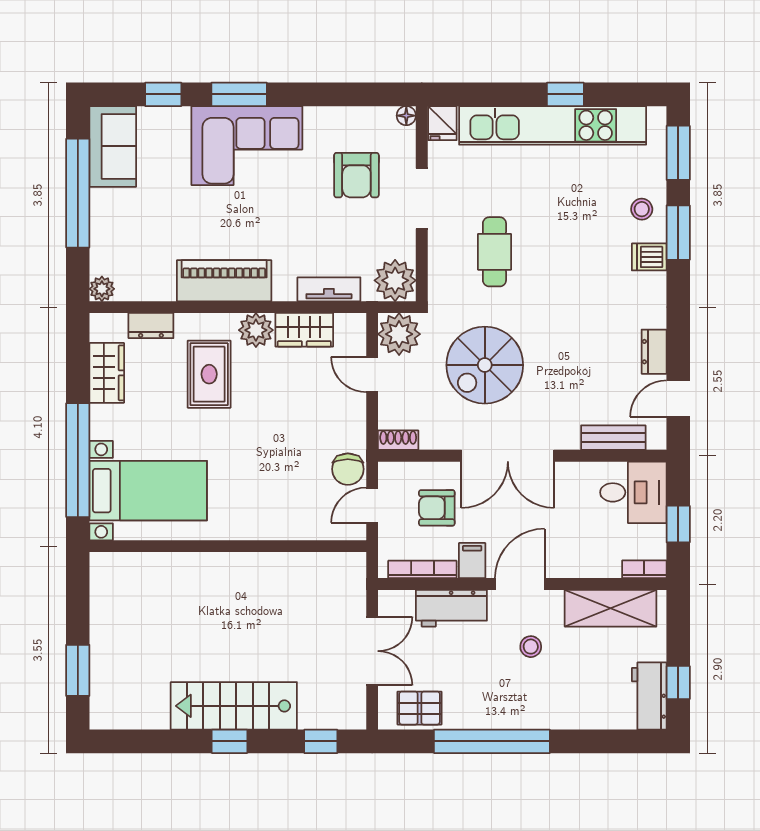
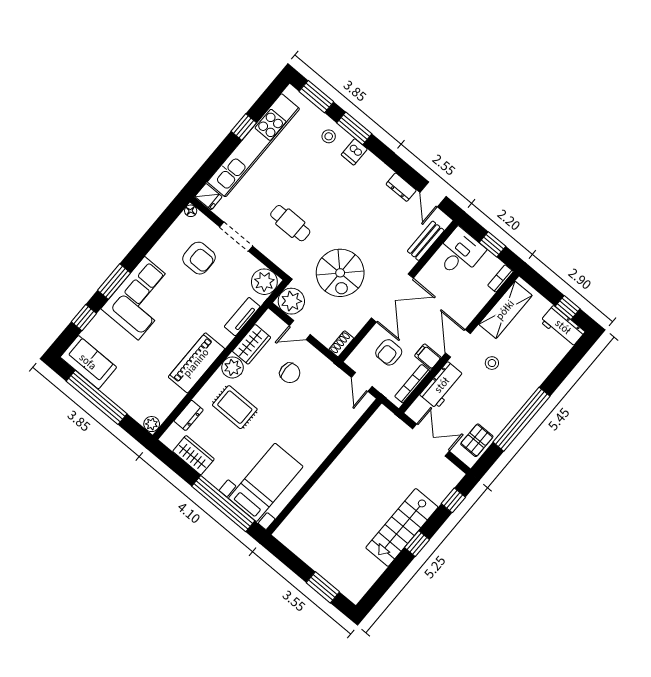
chair: (348, 469) -> (290, 373), moved

